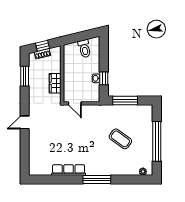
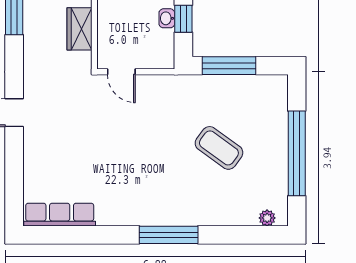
row of seats: (69, 170) -> (60, 215), moved

